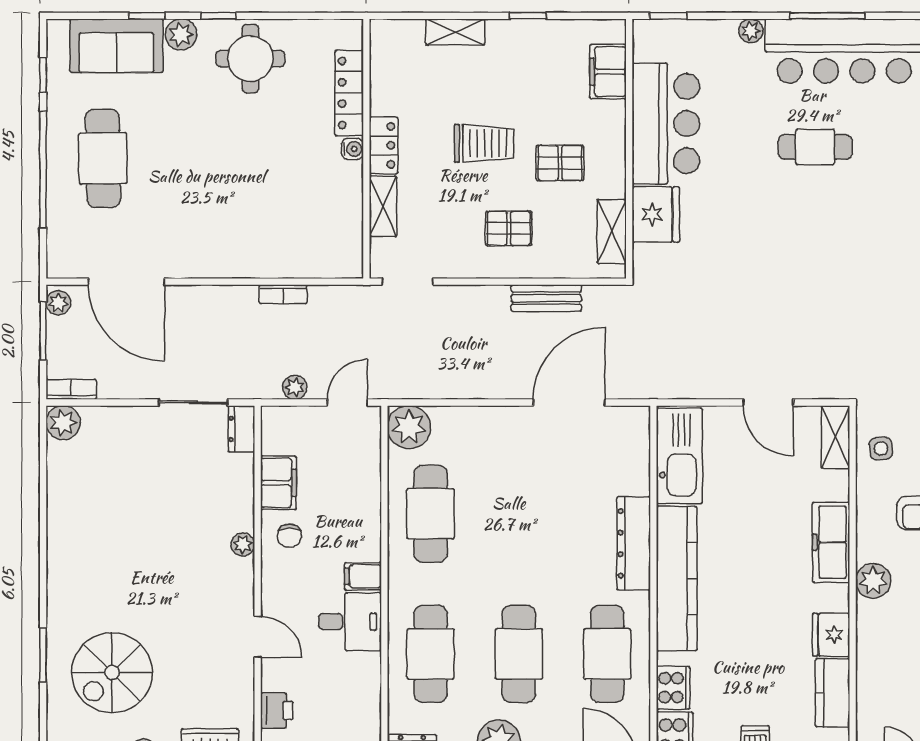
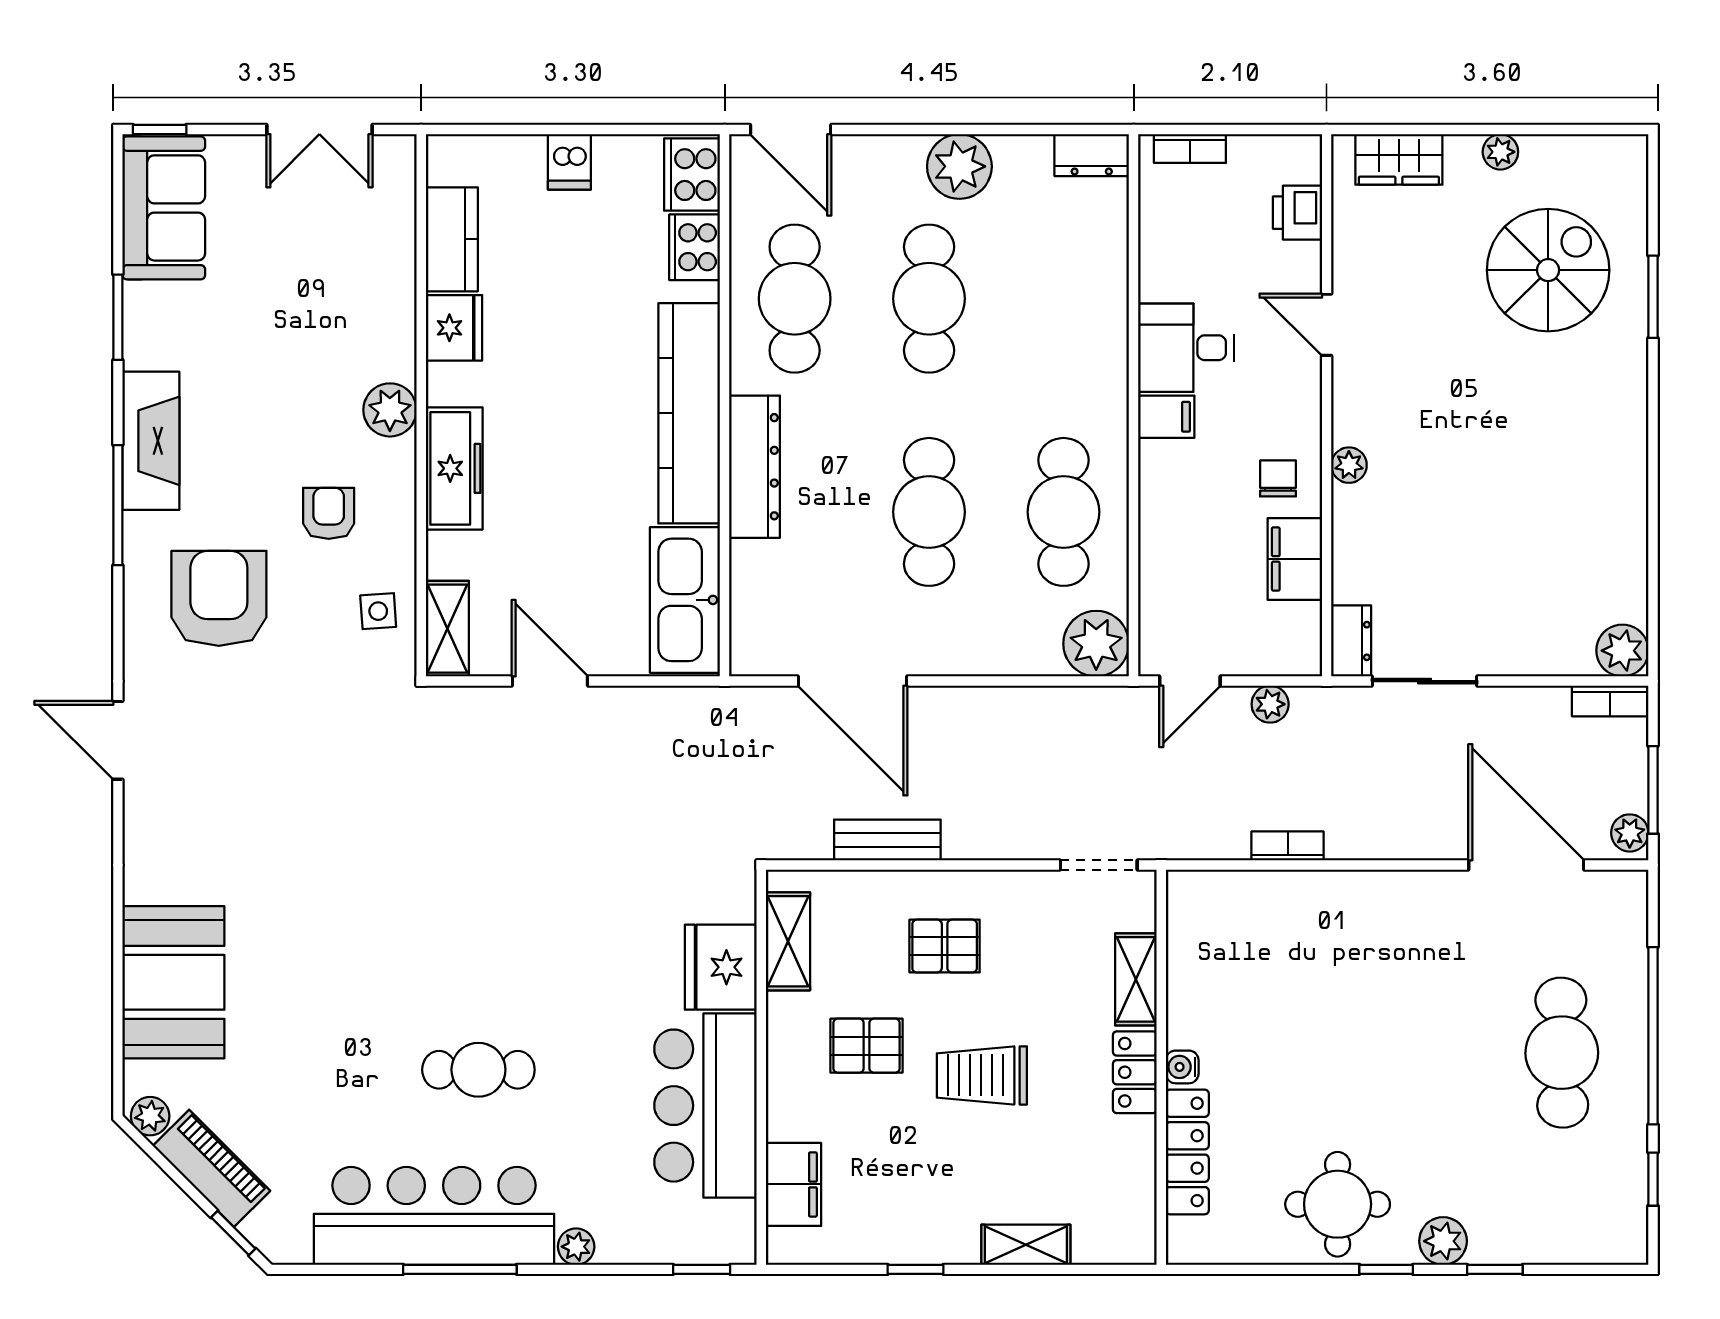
sofa: (116, 46) -> (1541, 1224), removed
door: (569, 403) -> (853, 681), hinge flipped
cafe table: (430, 654) -> (929, 512), moved

